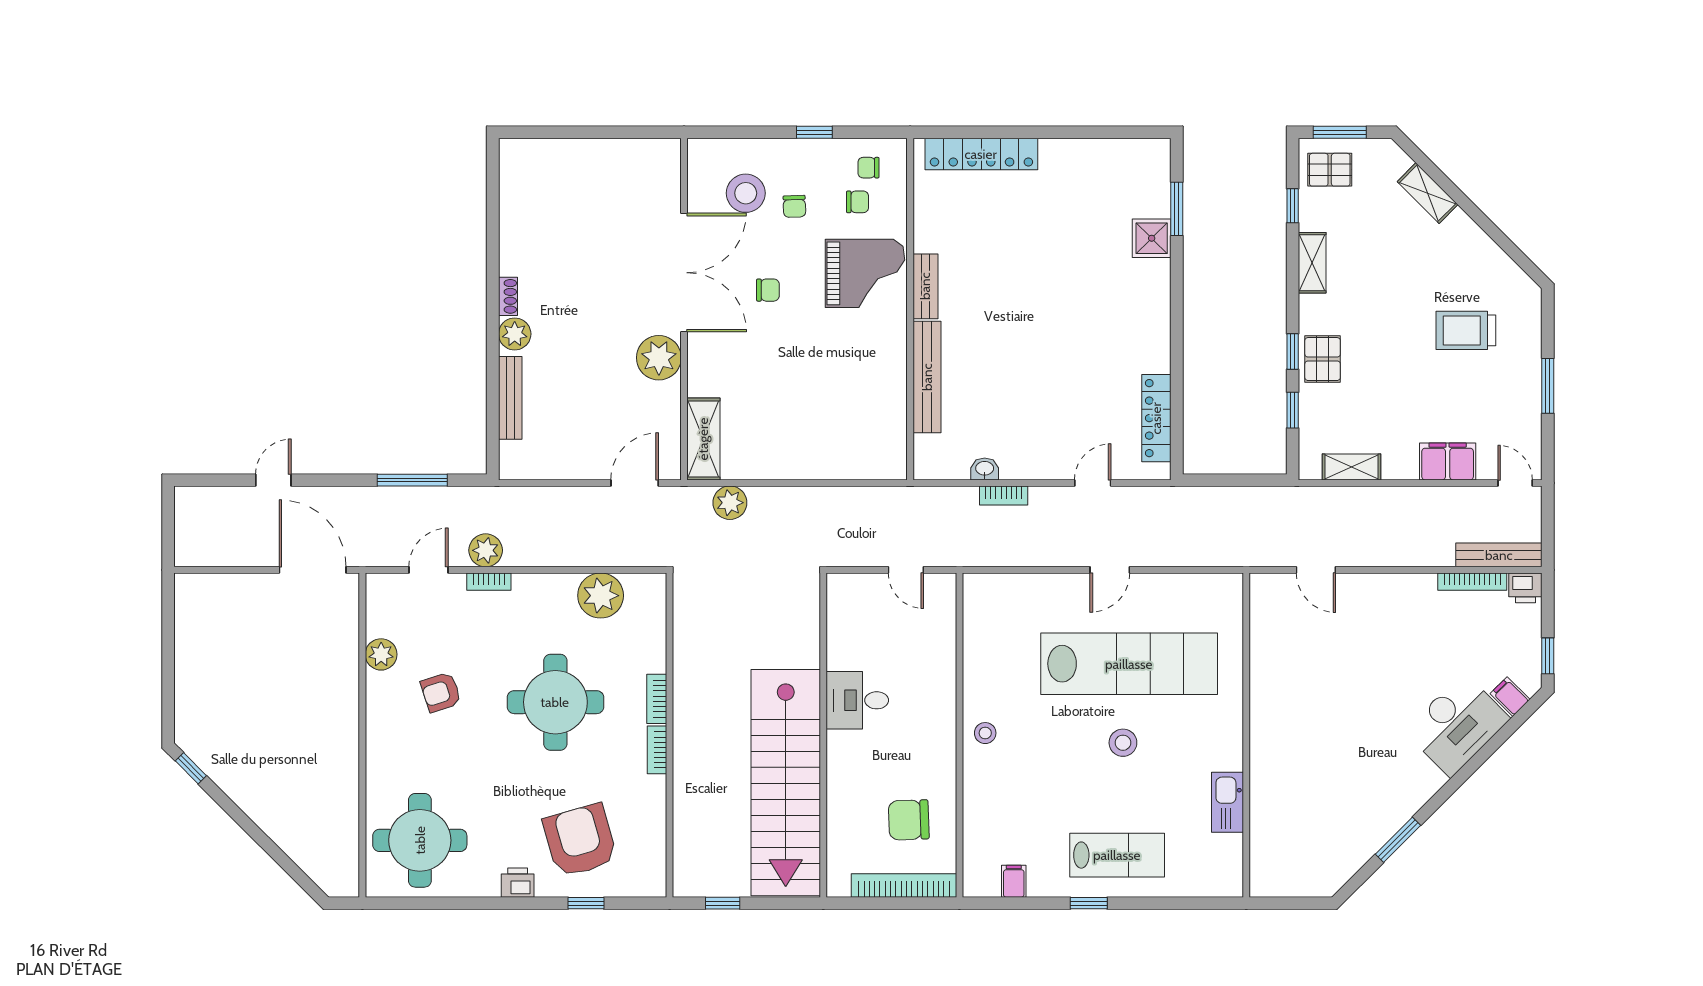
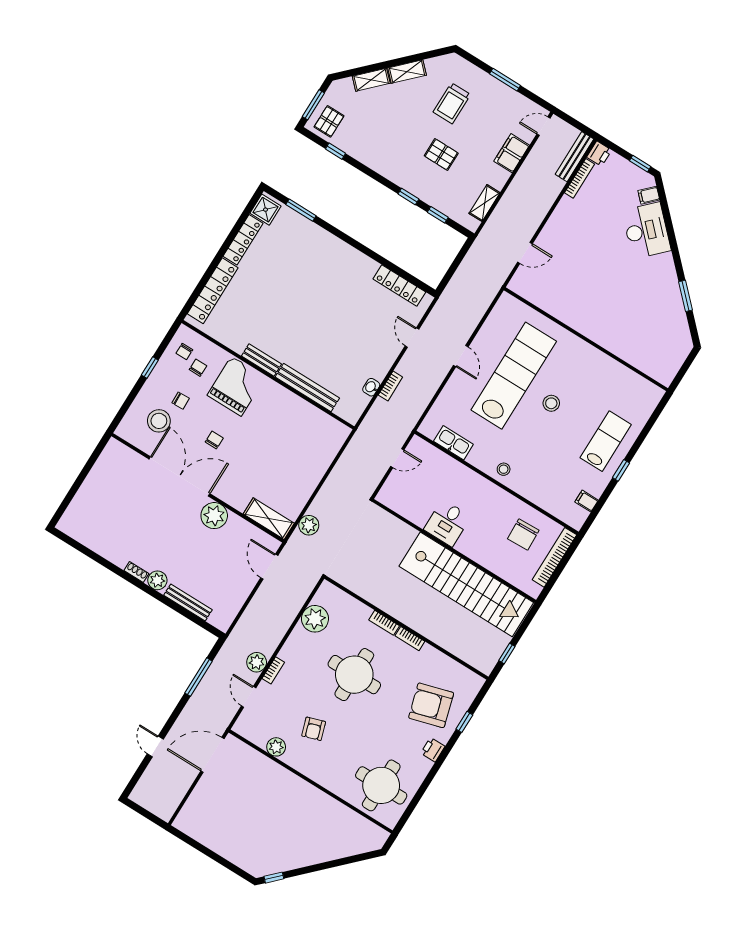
locker: (1082, 152) -> (243, 240), added
shower: (1152, 238) -> (266, 210), moved
shelving: (1312, 263) -> (407, 72), moved, turned -45
pallet: (1323, 359) -> (441, 155), moved
kitchen sink: (1228, 802) -> (453, 443), moved, turned 180

